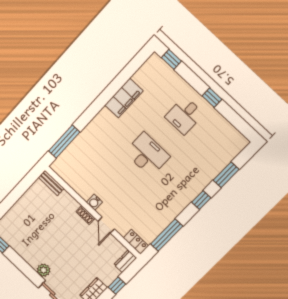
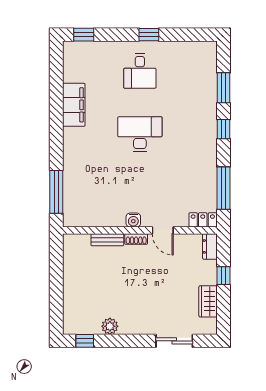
bench: (51, 183) -> (107, 240), moved
plant: (44, 270) -> (110, 326), moved

